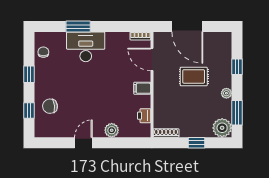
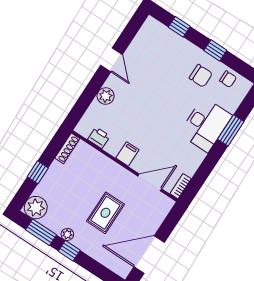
door: (187, 27) -> (149, 255), moved
window: (237, 67) -> (69, 251), moved
chair: (50, 106) -> (201, 76), moved, turned 97

